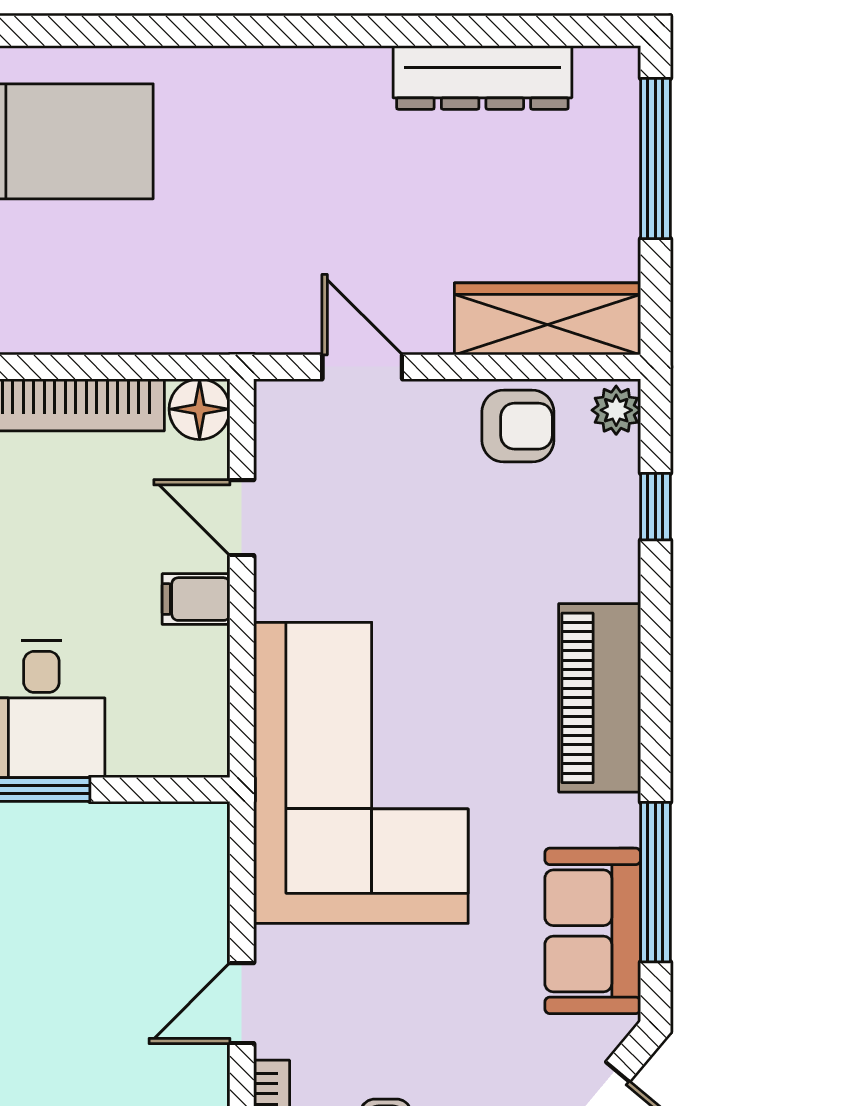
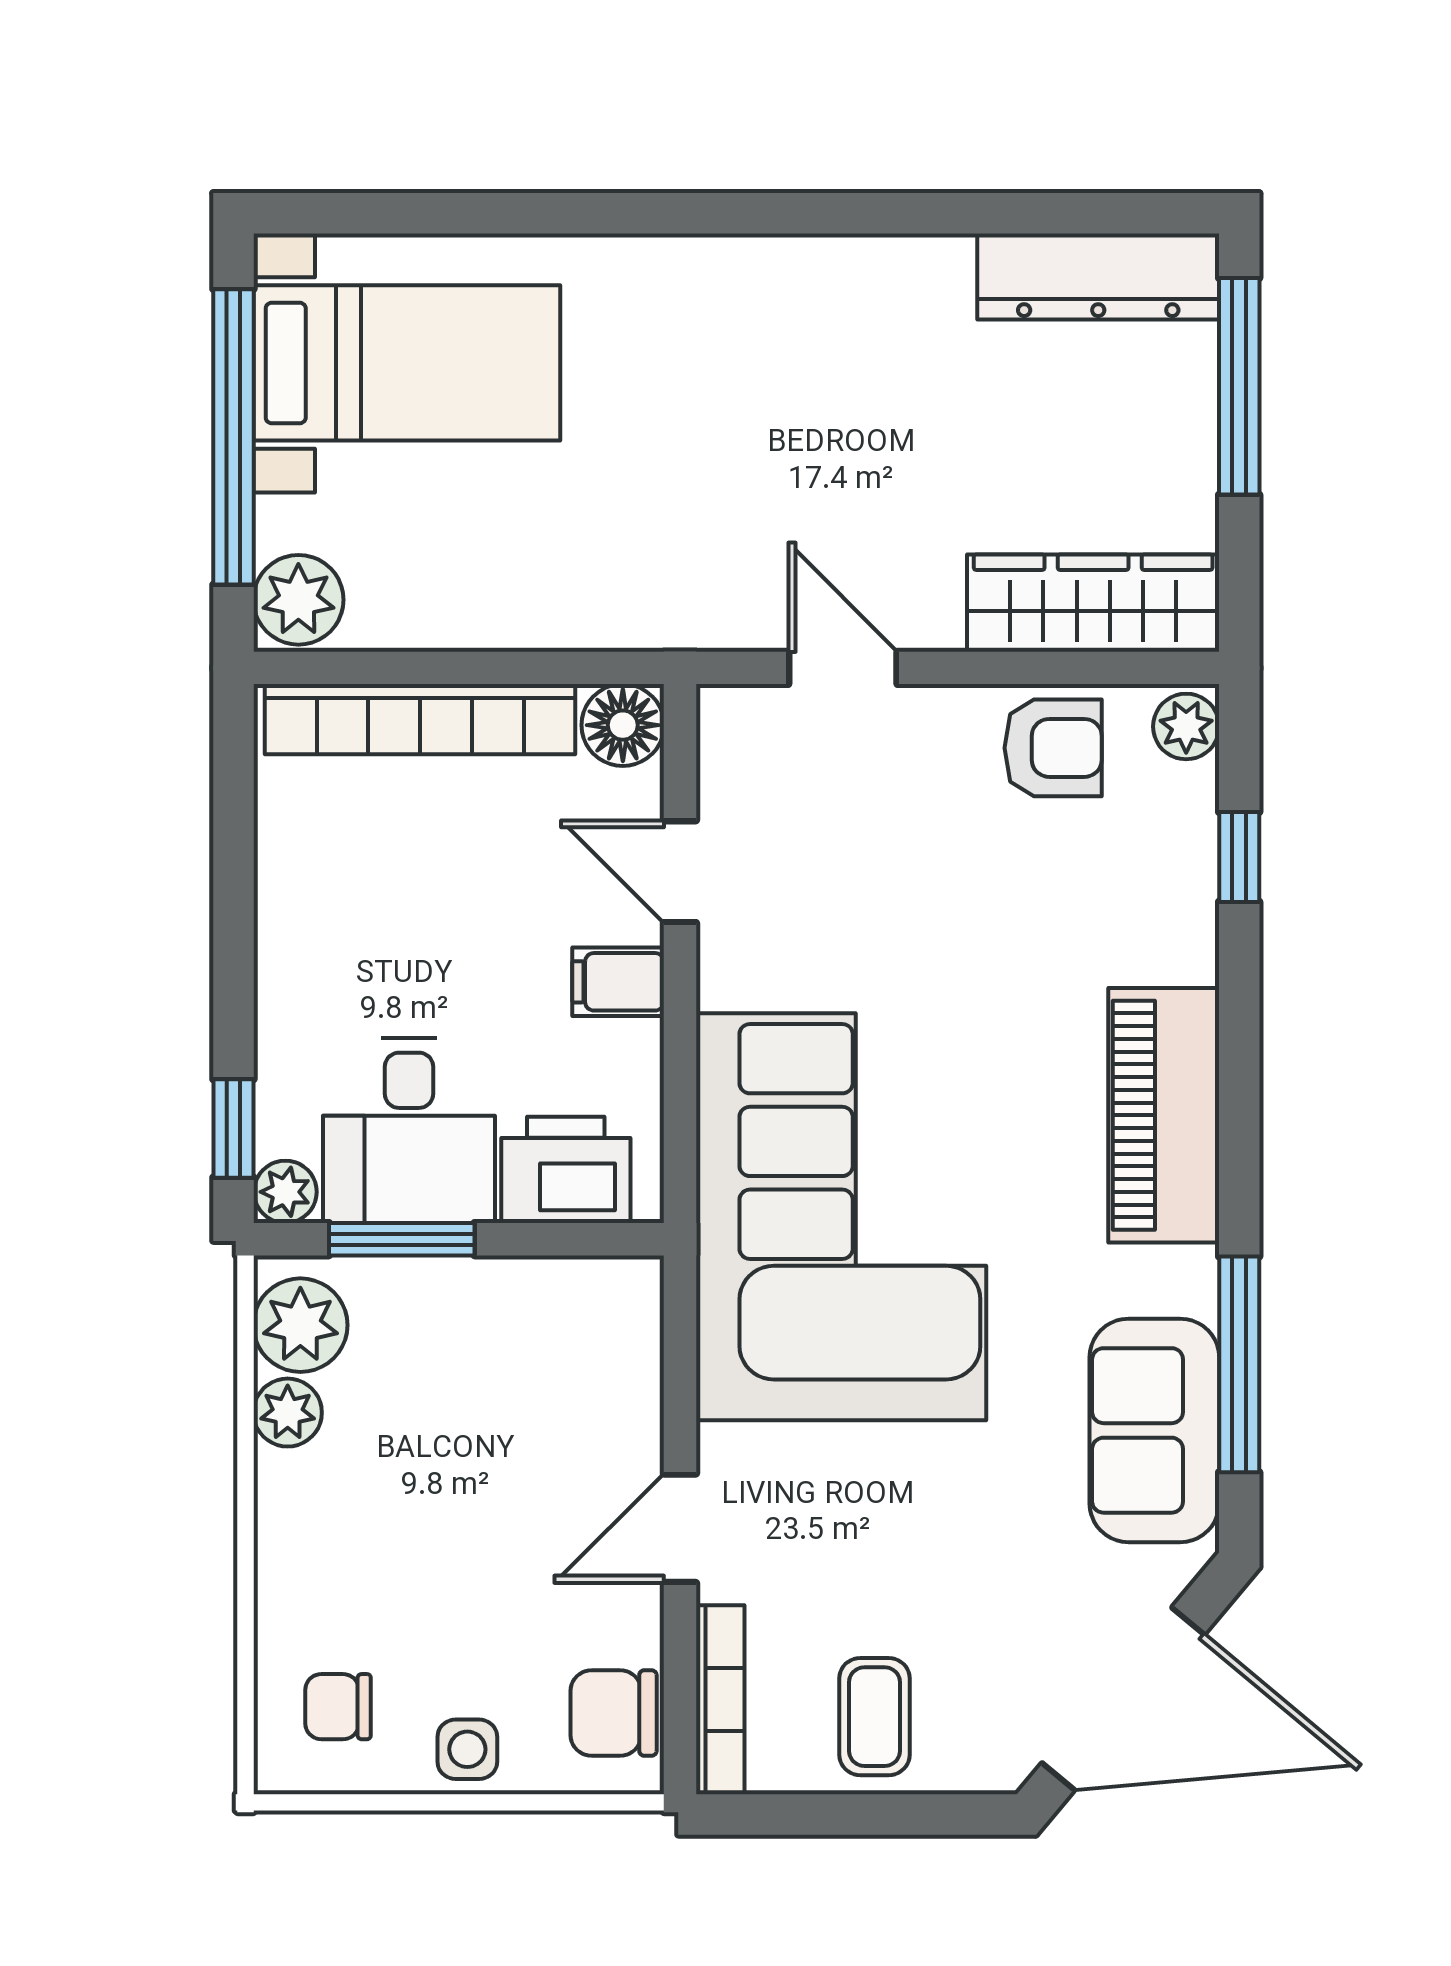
dresser: (482, 77) -> (1098, 277), moved
printer: (157, 738) -> (566, 1170), added

